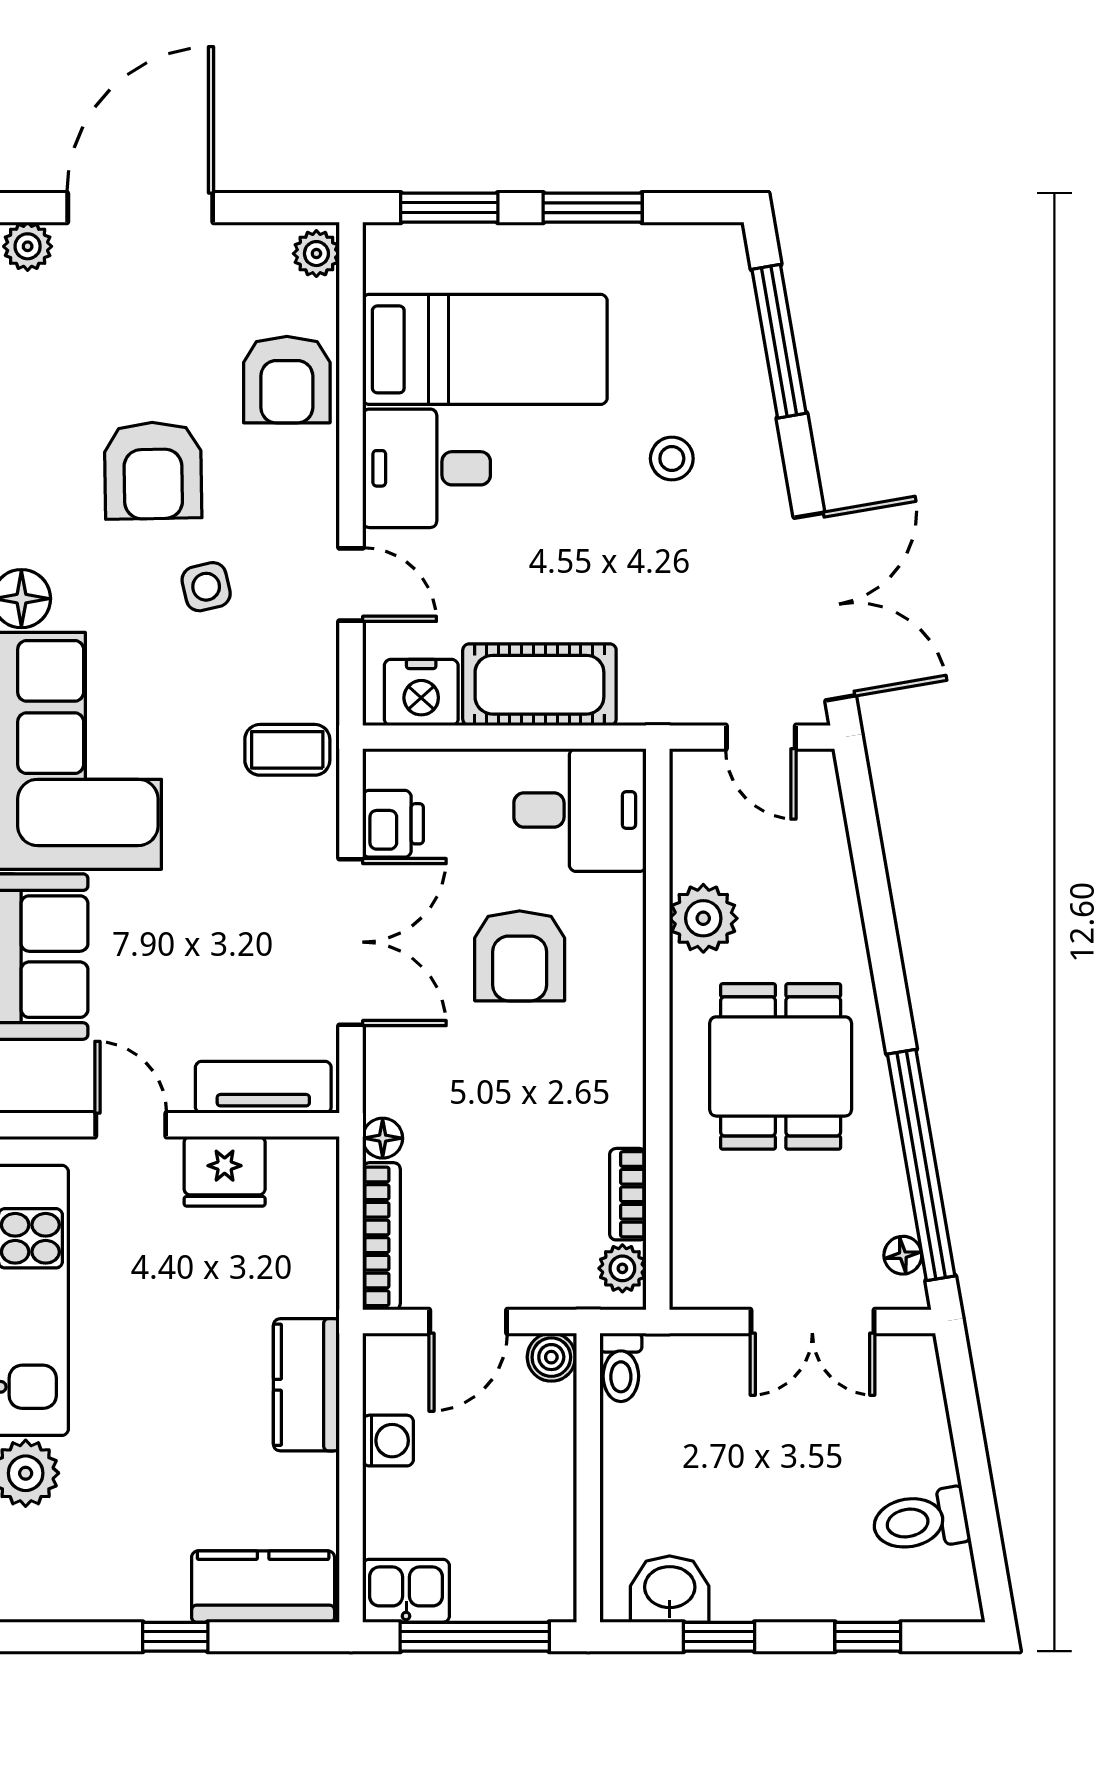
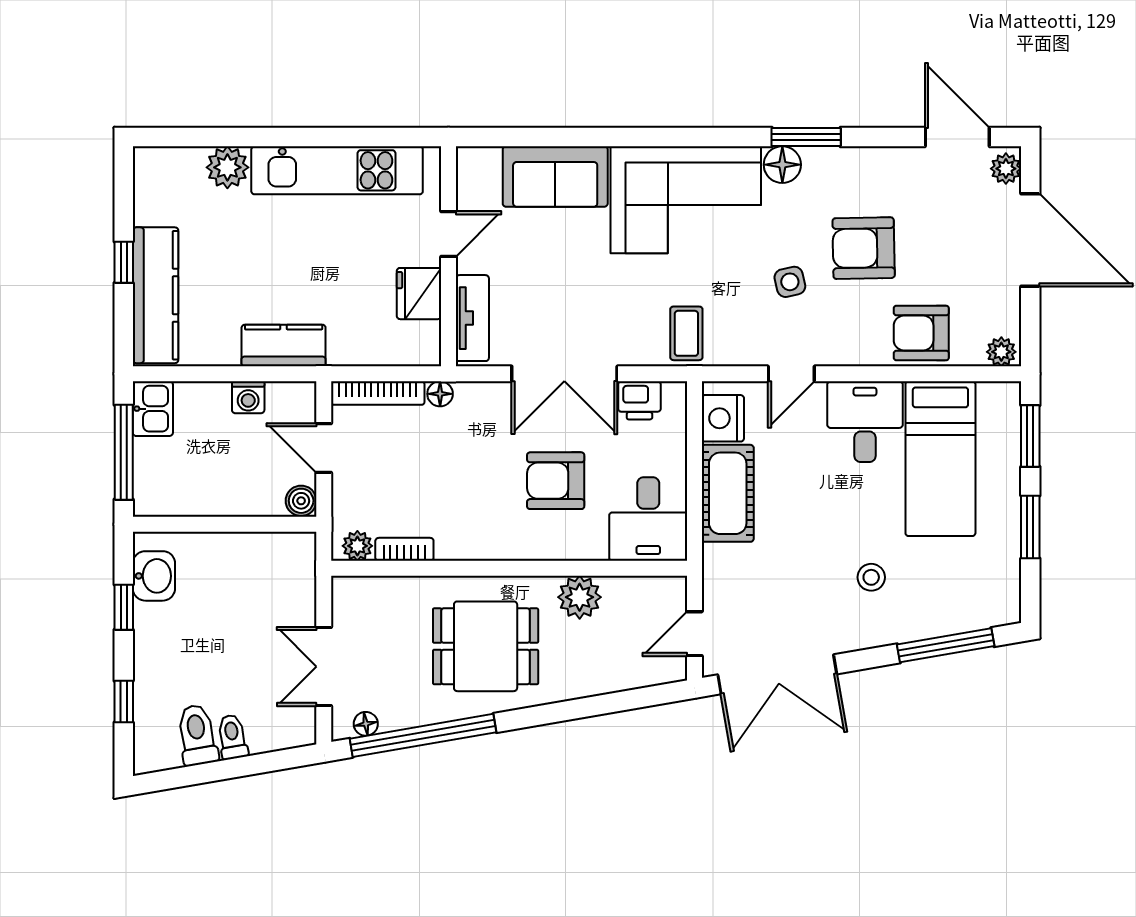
toilet: (621, 1367) -> (232, 737), moved, turned 80
kitchen counter: (263, 1587) -> (156, 295), width x1.50

